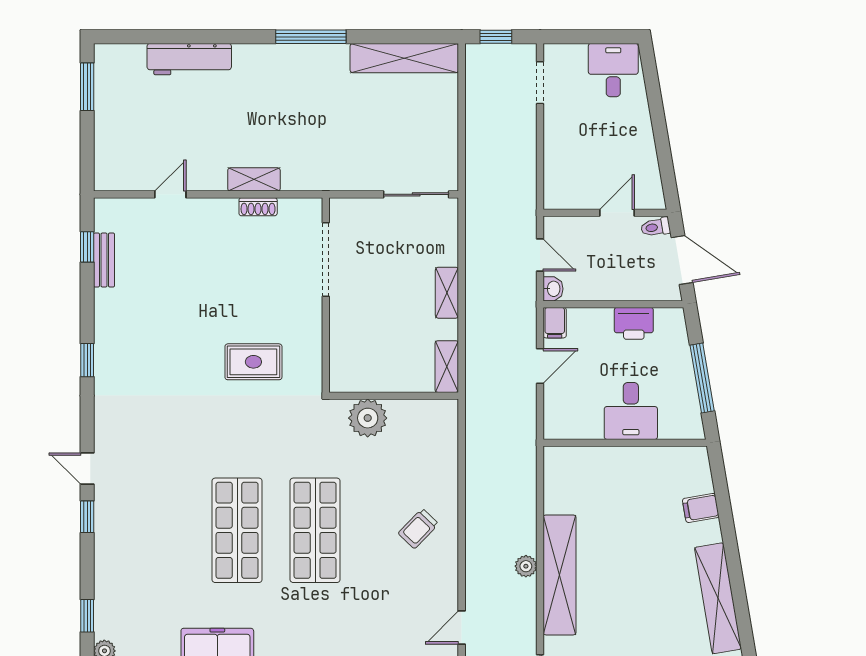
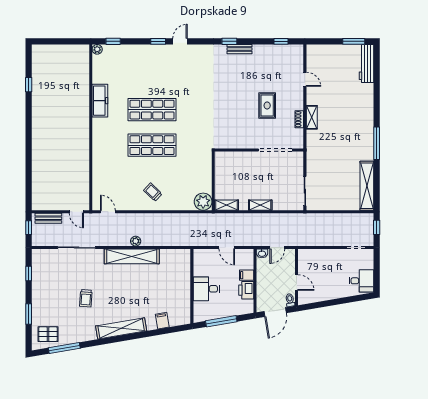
workbench: (189, 59) -> (366, 63), moved
bench: (104, 260) -> (239, 49), moved
filing cabinet: (555, 323) -> (247, 275), moved
rug: (253, 362) -> (267, 105), moved
plant: (368, 418) -> (203, 202), moved

